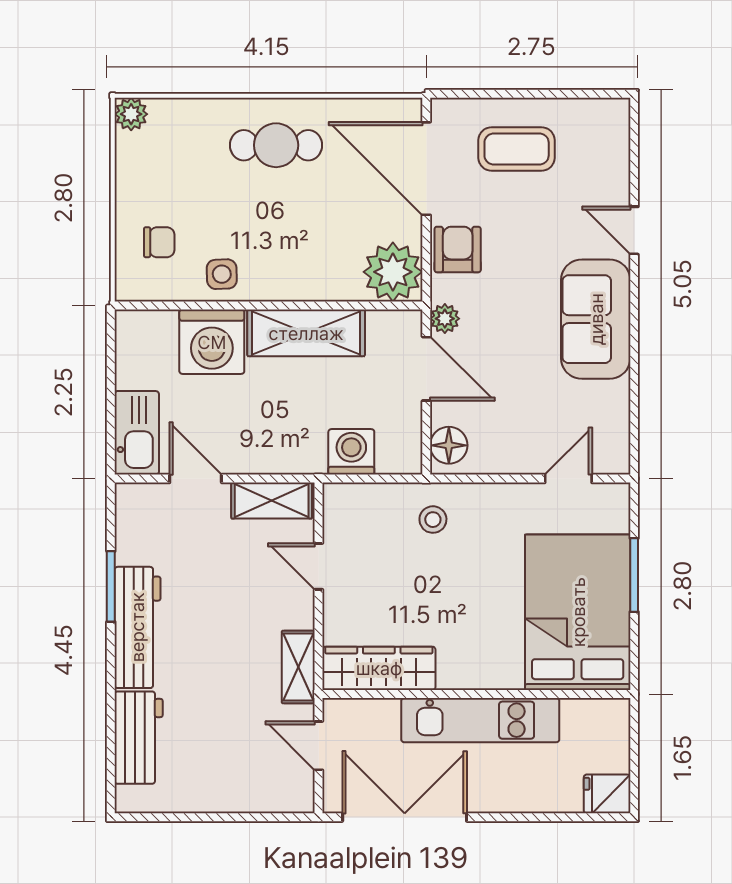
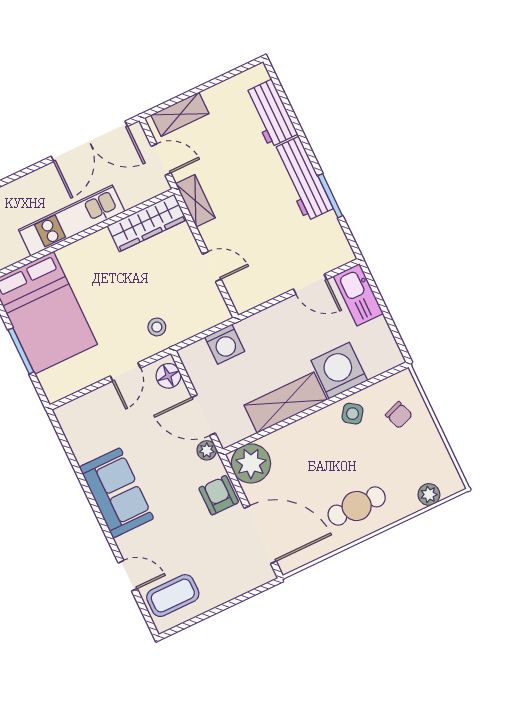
plant: (131, 114) -> (429, 494), moved
coffee table: (517, 149) -> (173, 596), moved
door: (634, 230) -> (128, 576), moved
chair: (159, 242) -> (399, 415), turned -110
armchair: (458, 250) -> (219, 495), turned 180
side table: (222, 274) -> (352, 414), turned 37
door: (568, 479) -> (125, 372), moved
shelving: (272, 501) -> (180, 114), moved

